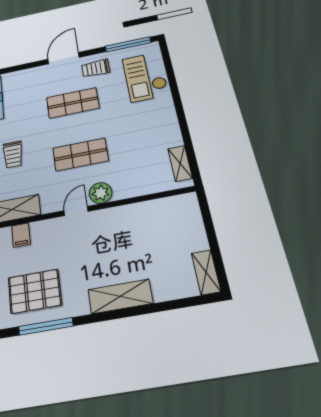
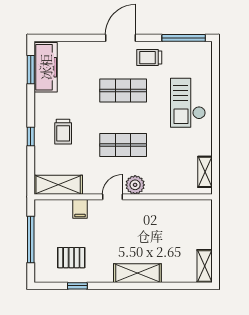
checkout: (145, 77) -> (188, 103), moved
filing cabinet: (21, 235) -> (80, 209), moved
pallet: (35, 291) -> (71, 258), width x0.67, depth x0.71
window: (46, 326) -> (77, 286), width x0.46

